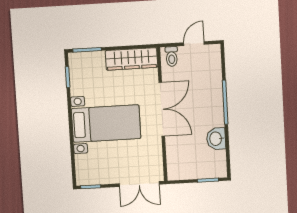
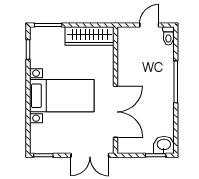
toilet: (172, 56) -> (168, 36), moved
double door: (162, 109) -> (115, 112), moved
washbasin: (216, 139) -> (164, 145), moved, turned 90

